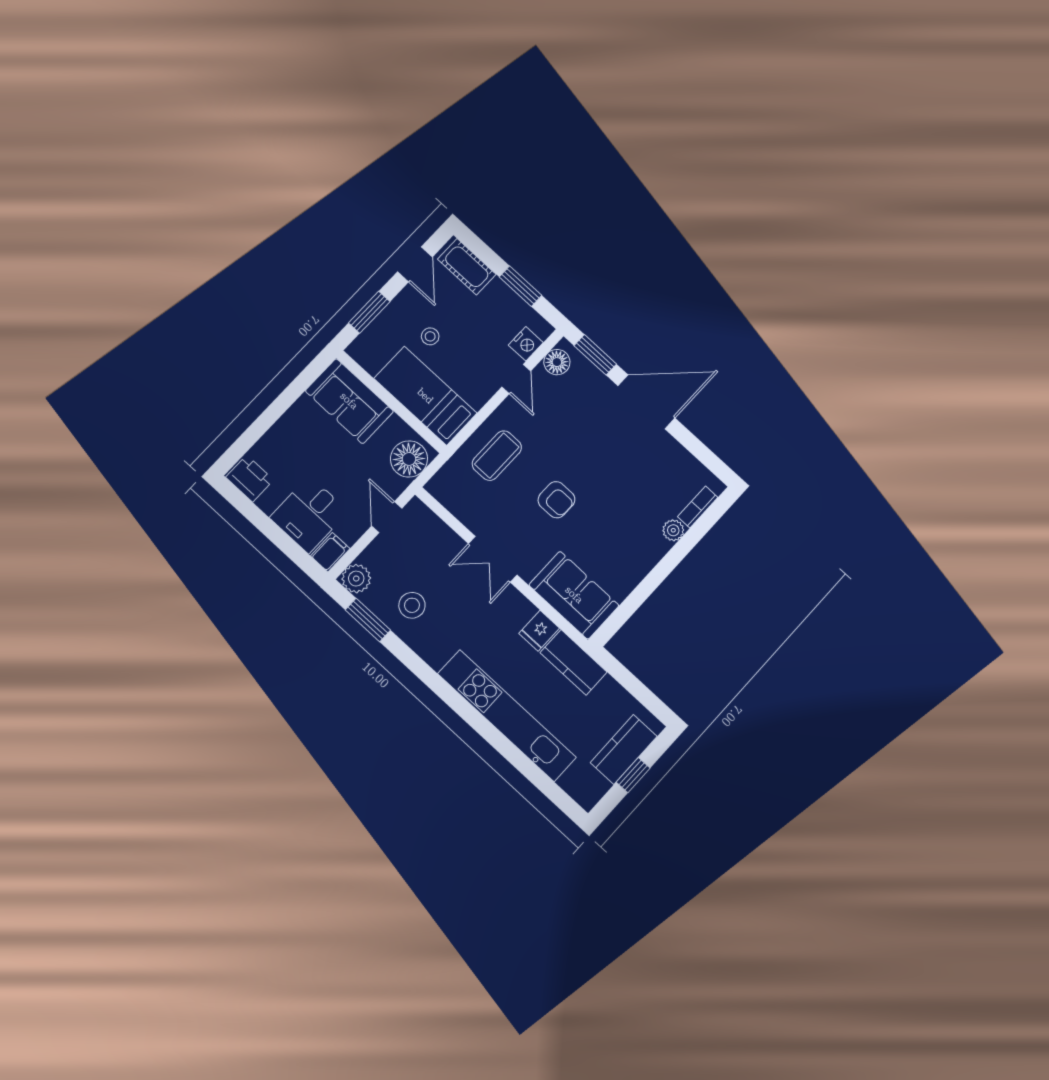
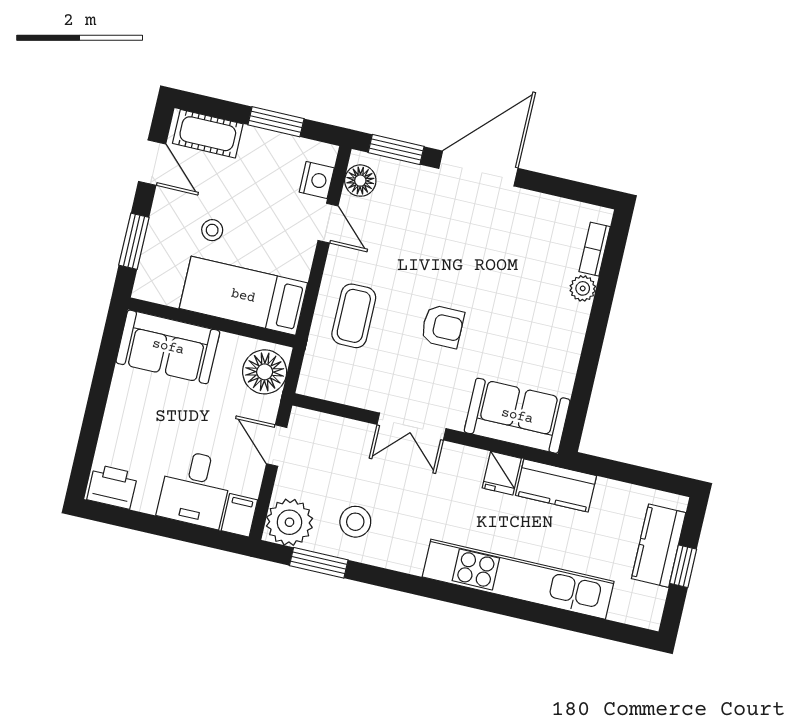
plant: (356, 579) -> (289, 522), width x1.36, depth x1.36

